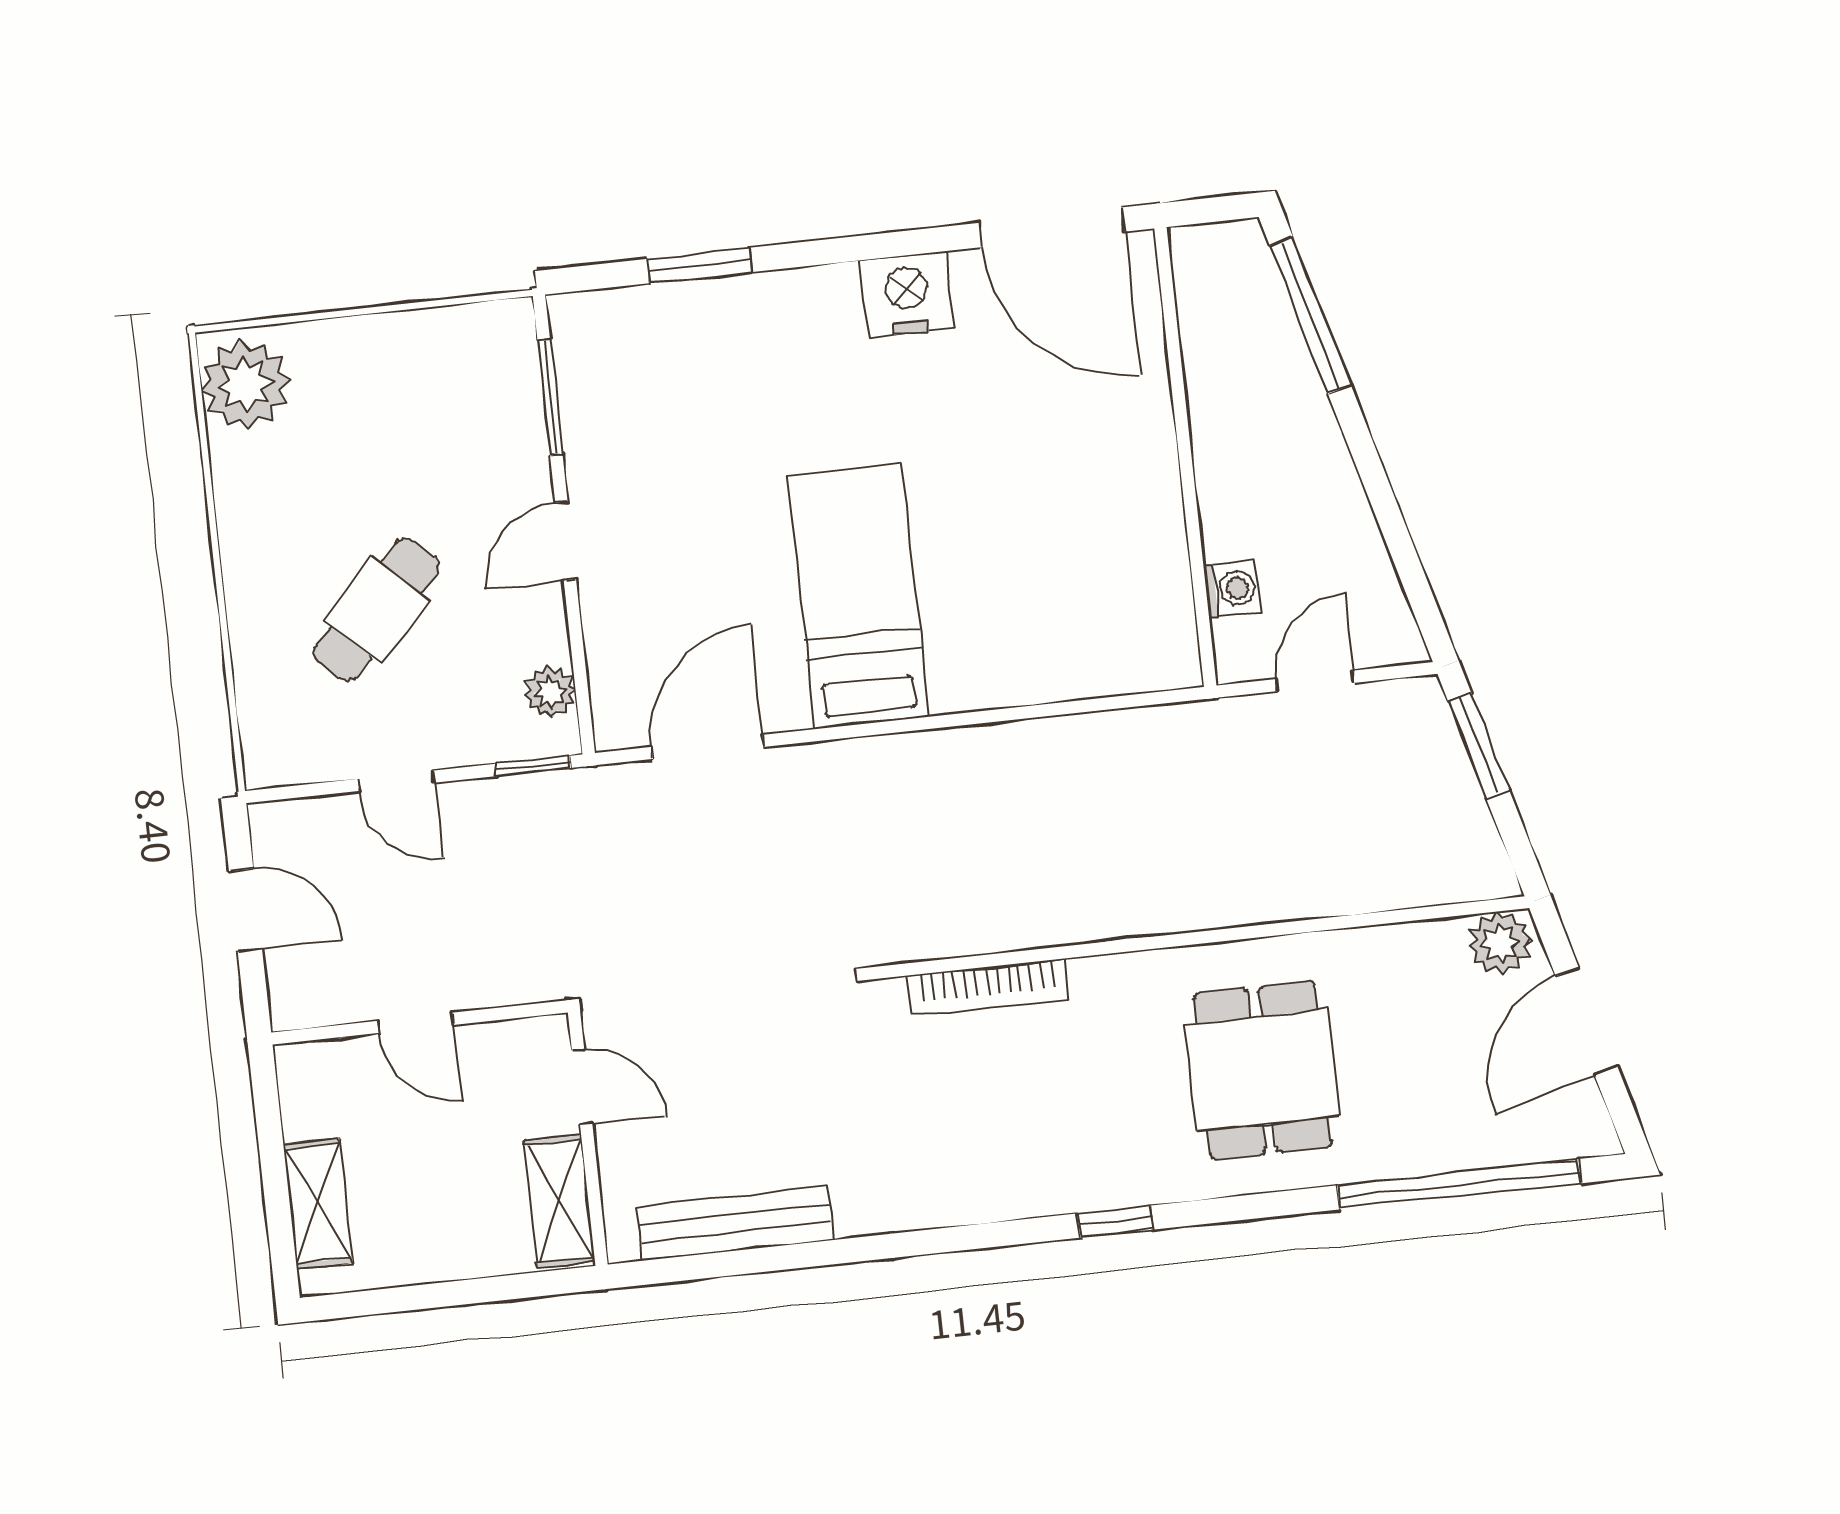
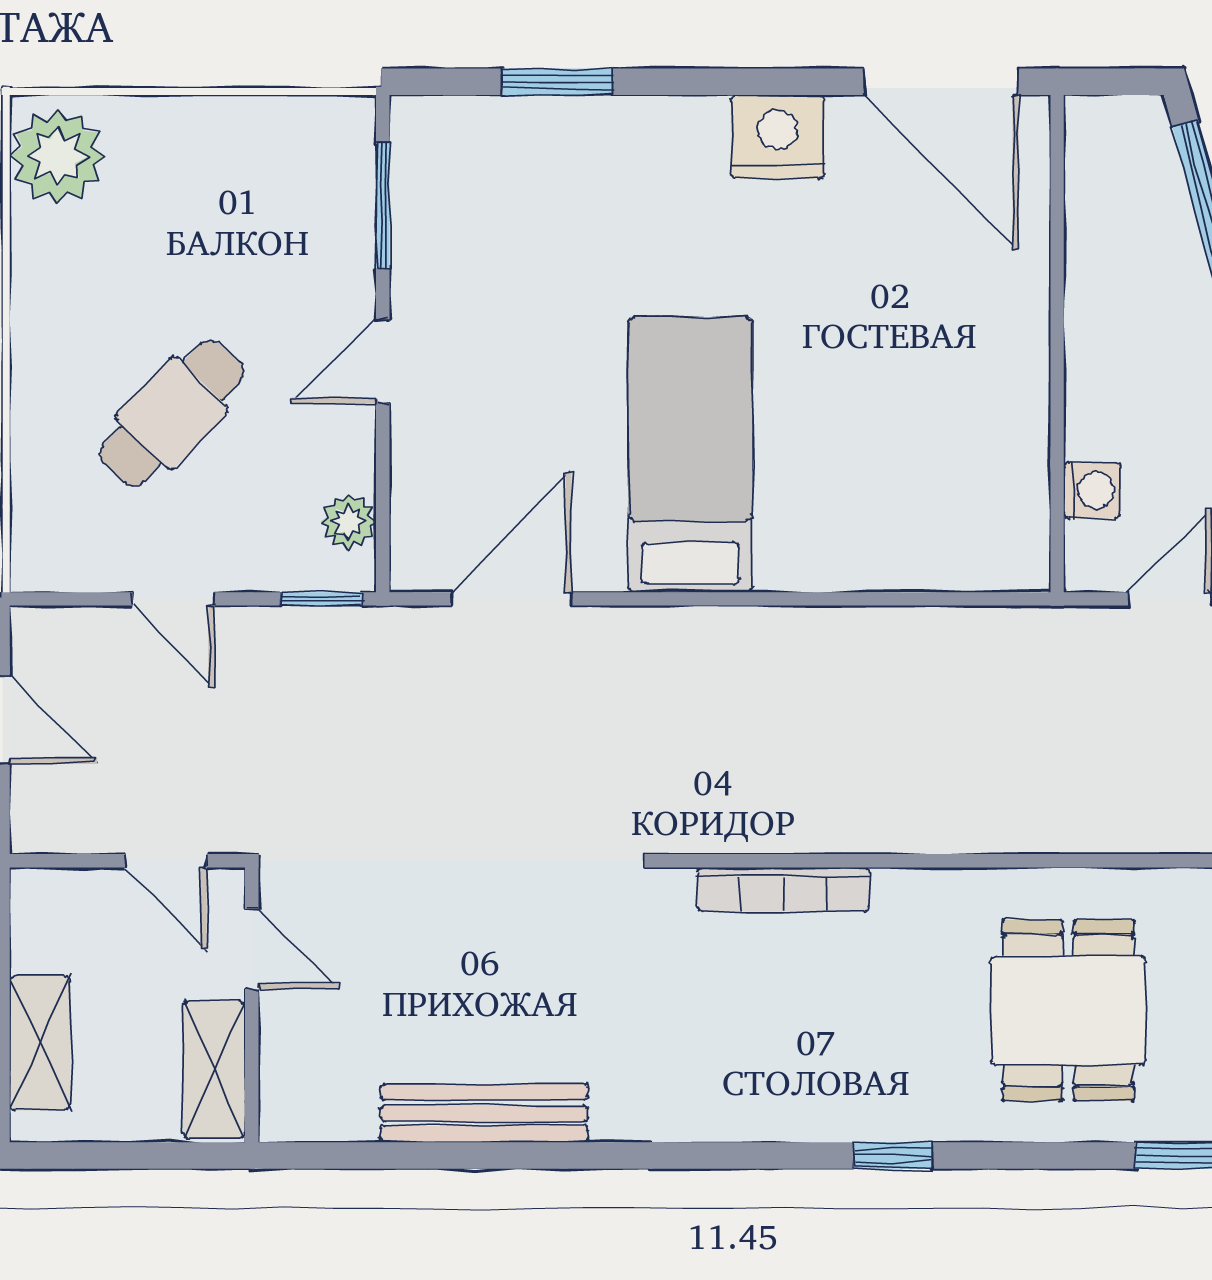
door: (582, 1087) -> (252, 949), moved
wall: (588, 1138) -> (252, 1005), moved
shelving: (560, 1201) -> (214, 1069), moved

